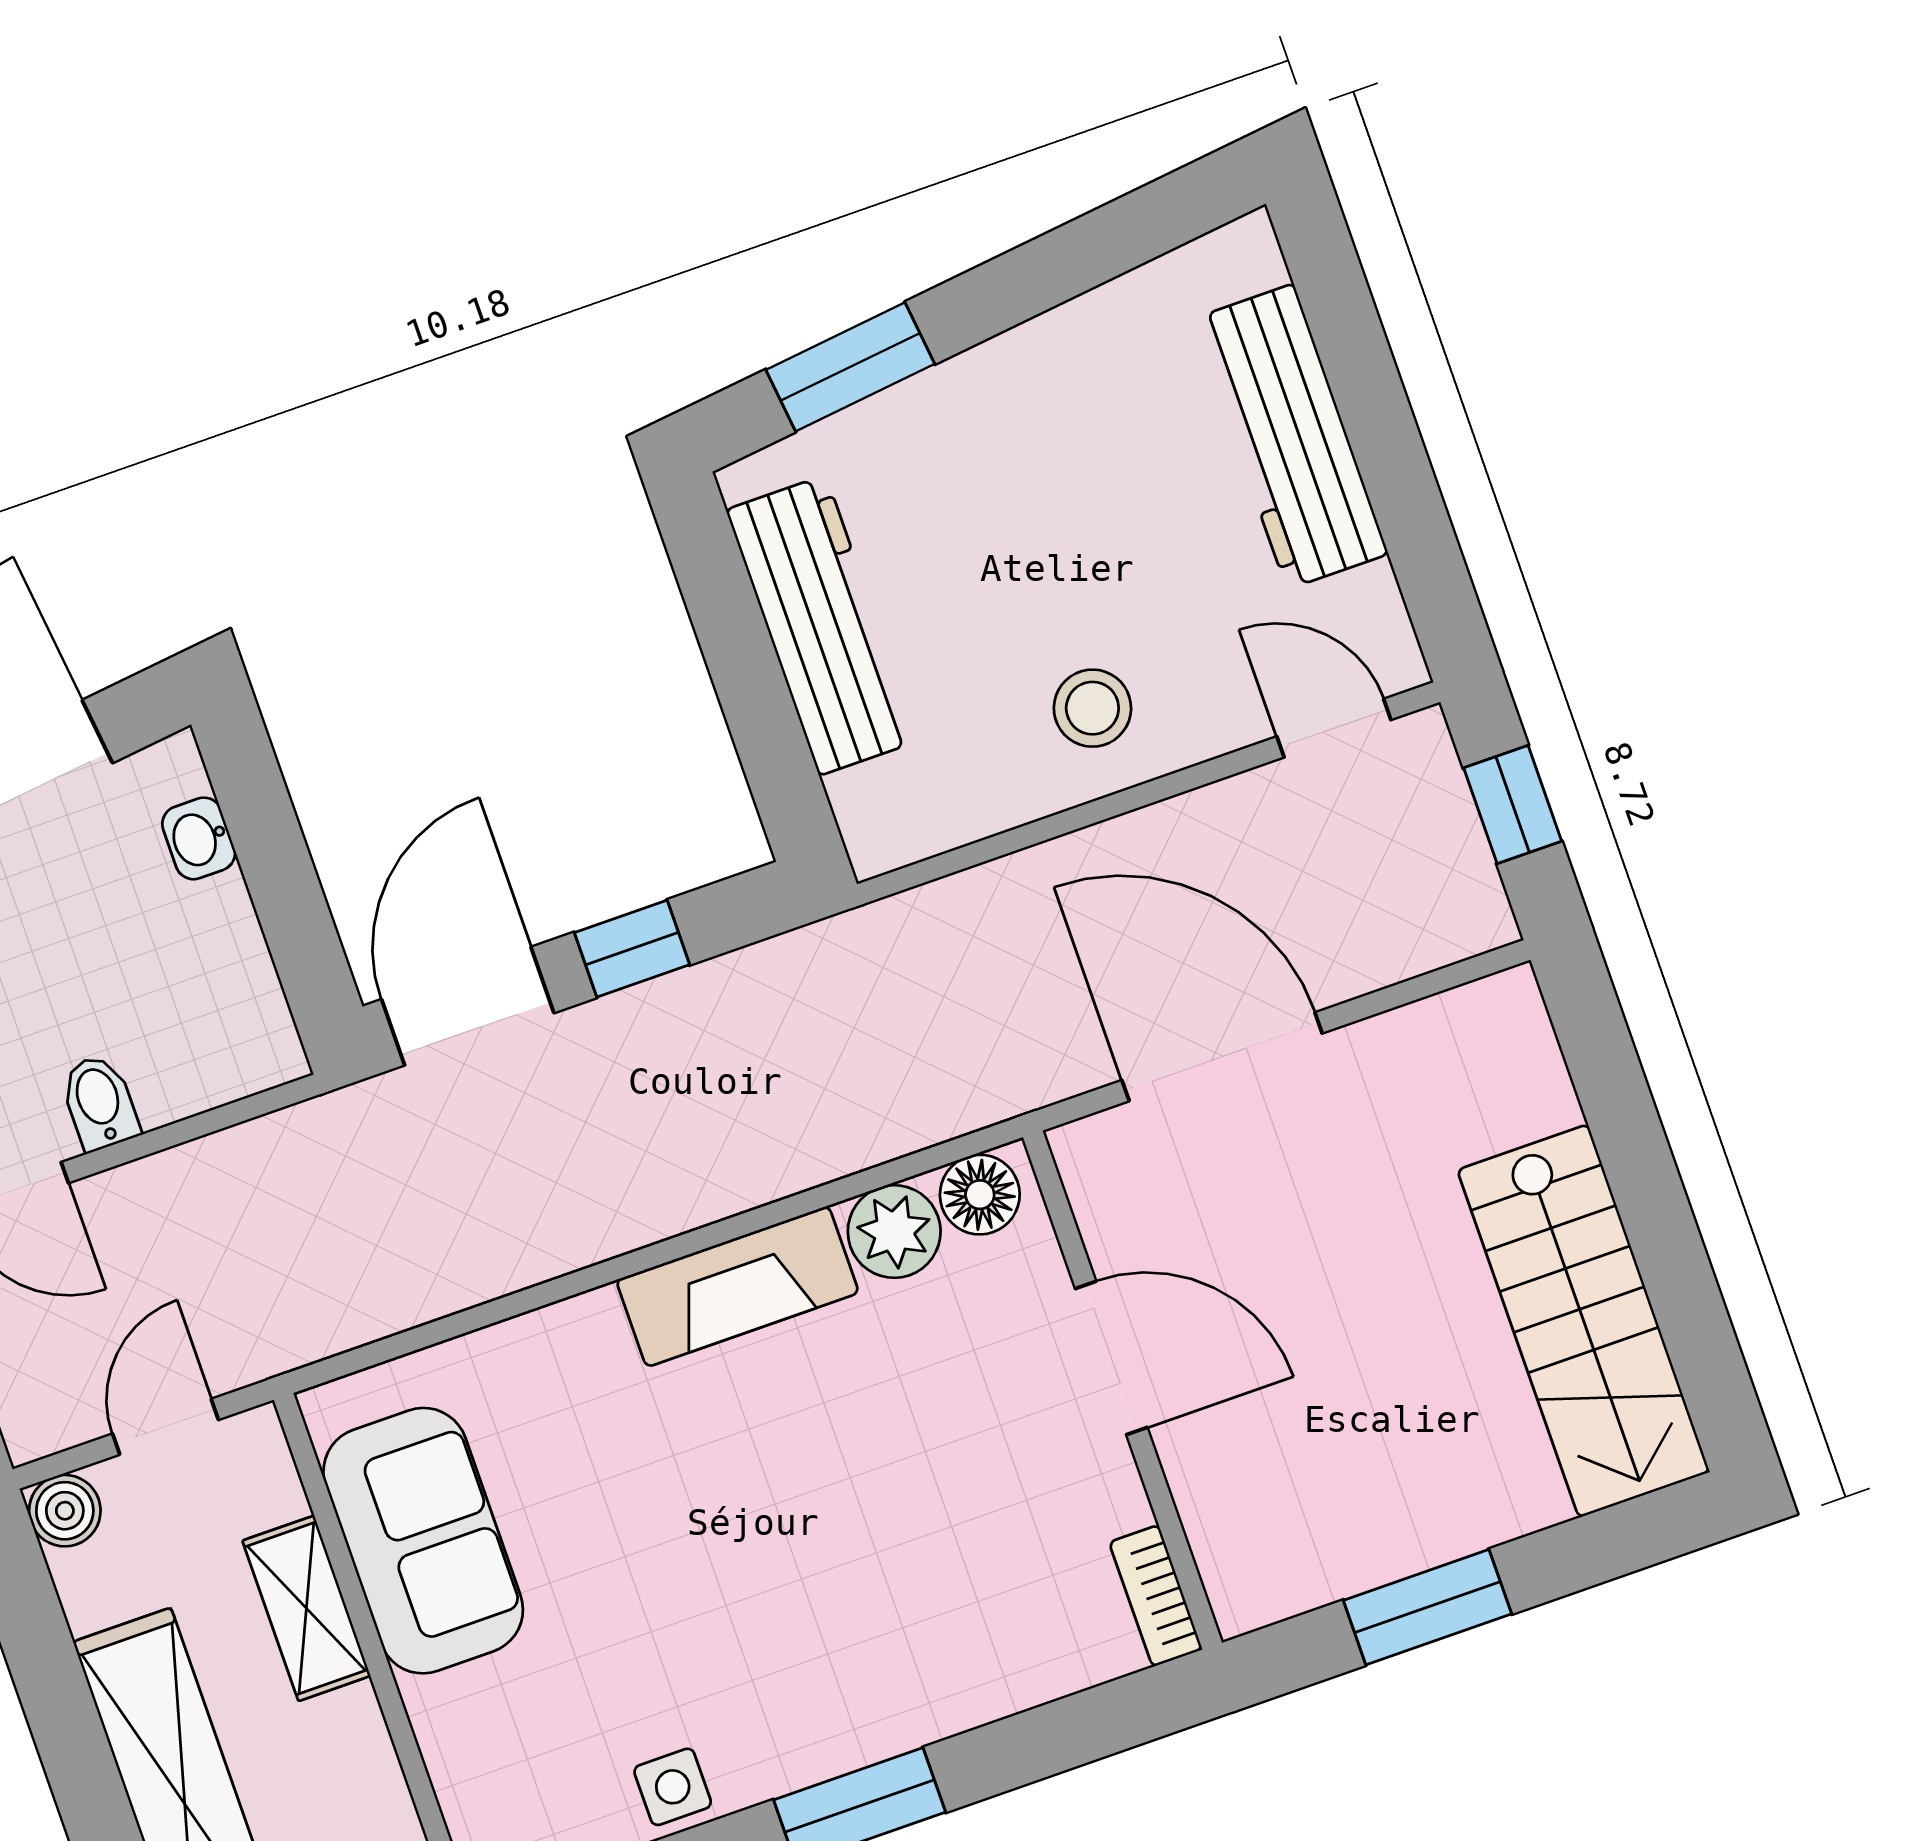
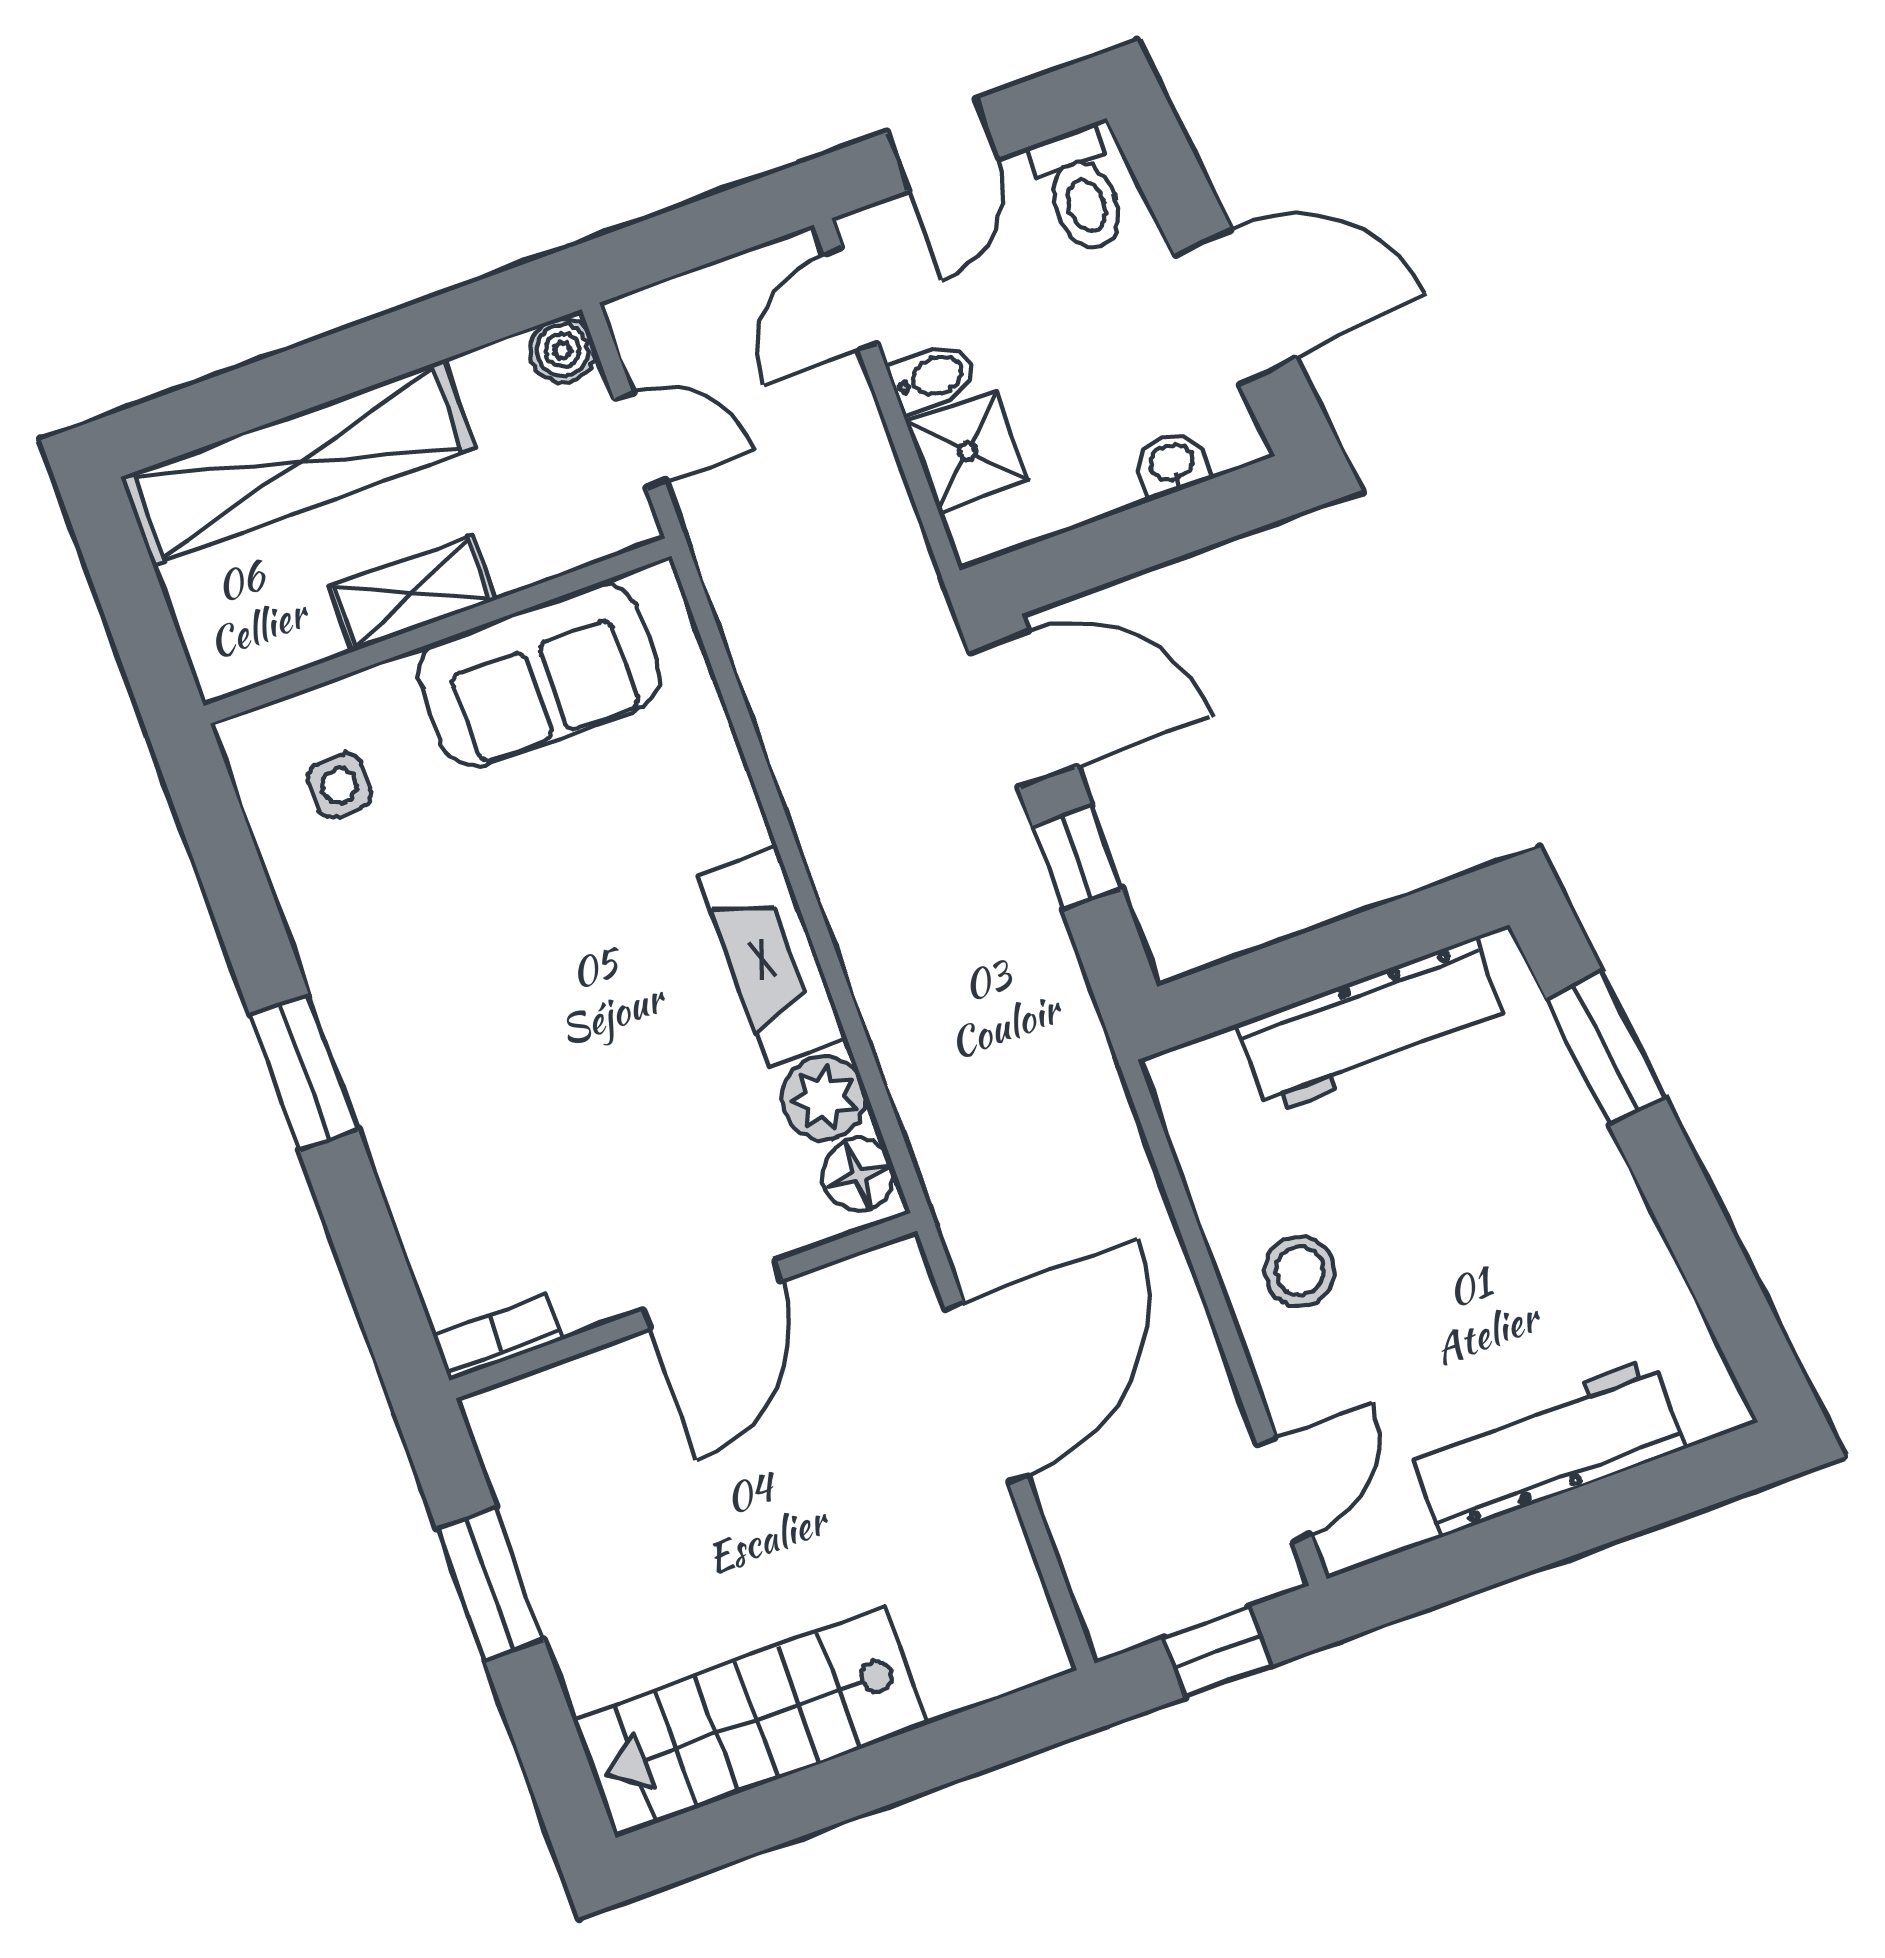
shower: (182, 1064) -> (967, 451), added
shelving: (306, 1608) -> (412, 593), moved
side table: (673, 1787) -> (339, 786), moved

